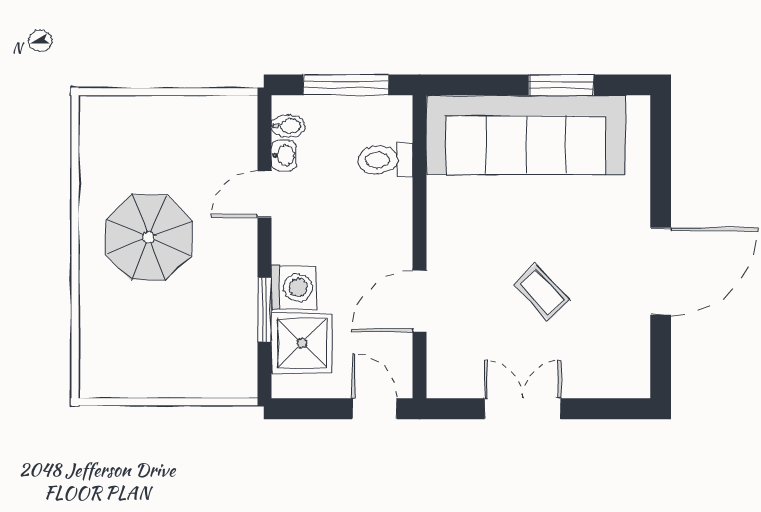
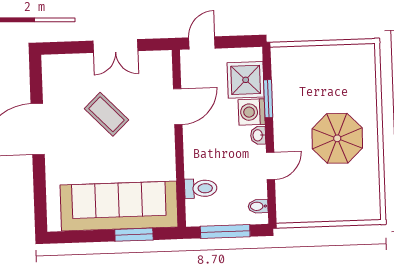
window: (561, 85) -> (134, 235), moved
washbasin: (284, 156) -> (258, 135), moved
coffee table: (542, 292) -> (106, 114), width x1.36, depth x1.30
door: (375, 409) -> (202, 43), swing flipped

